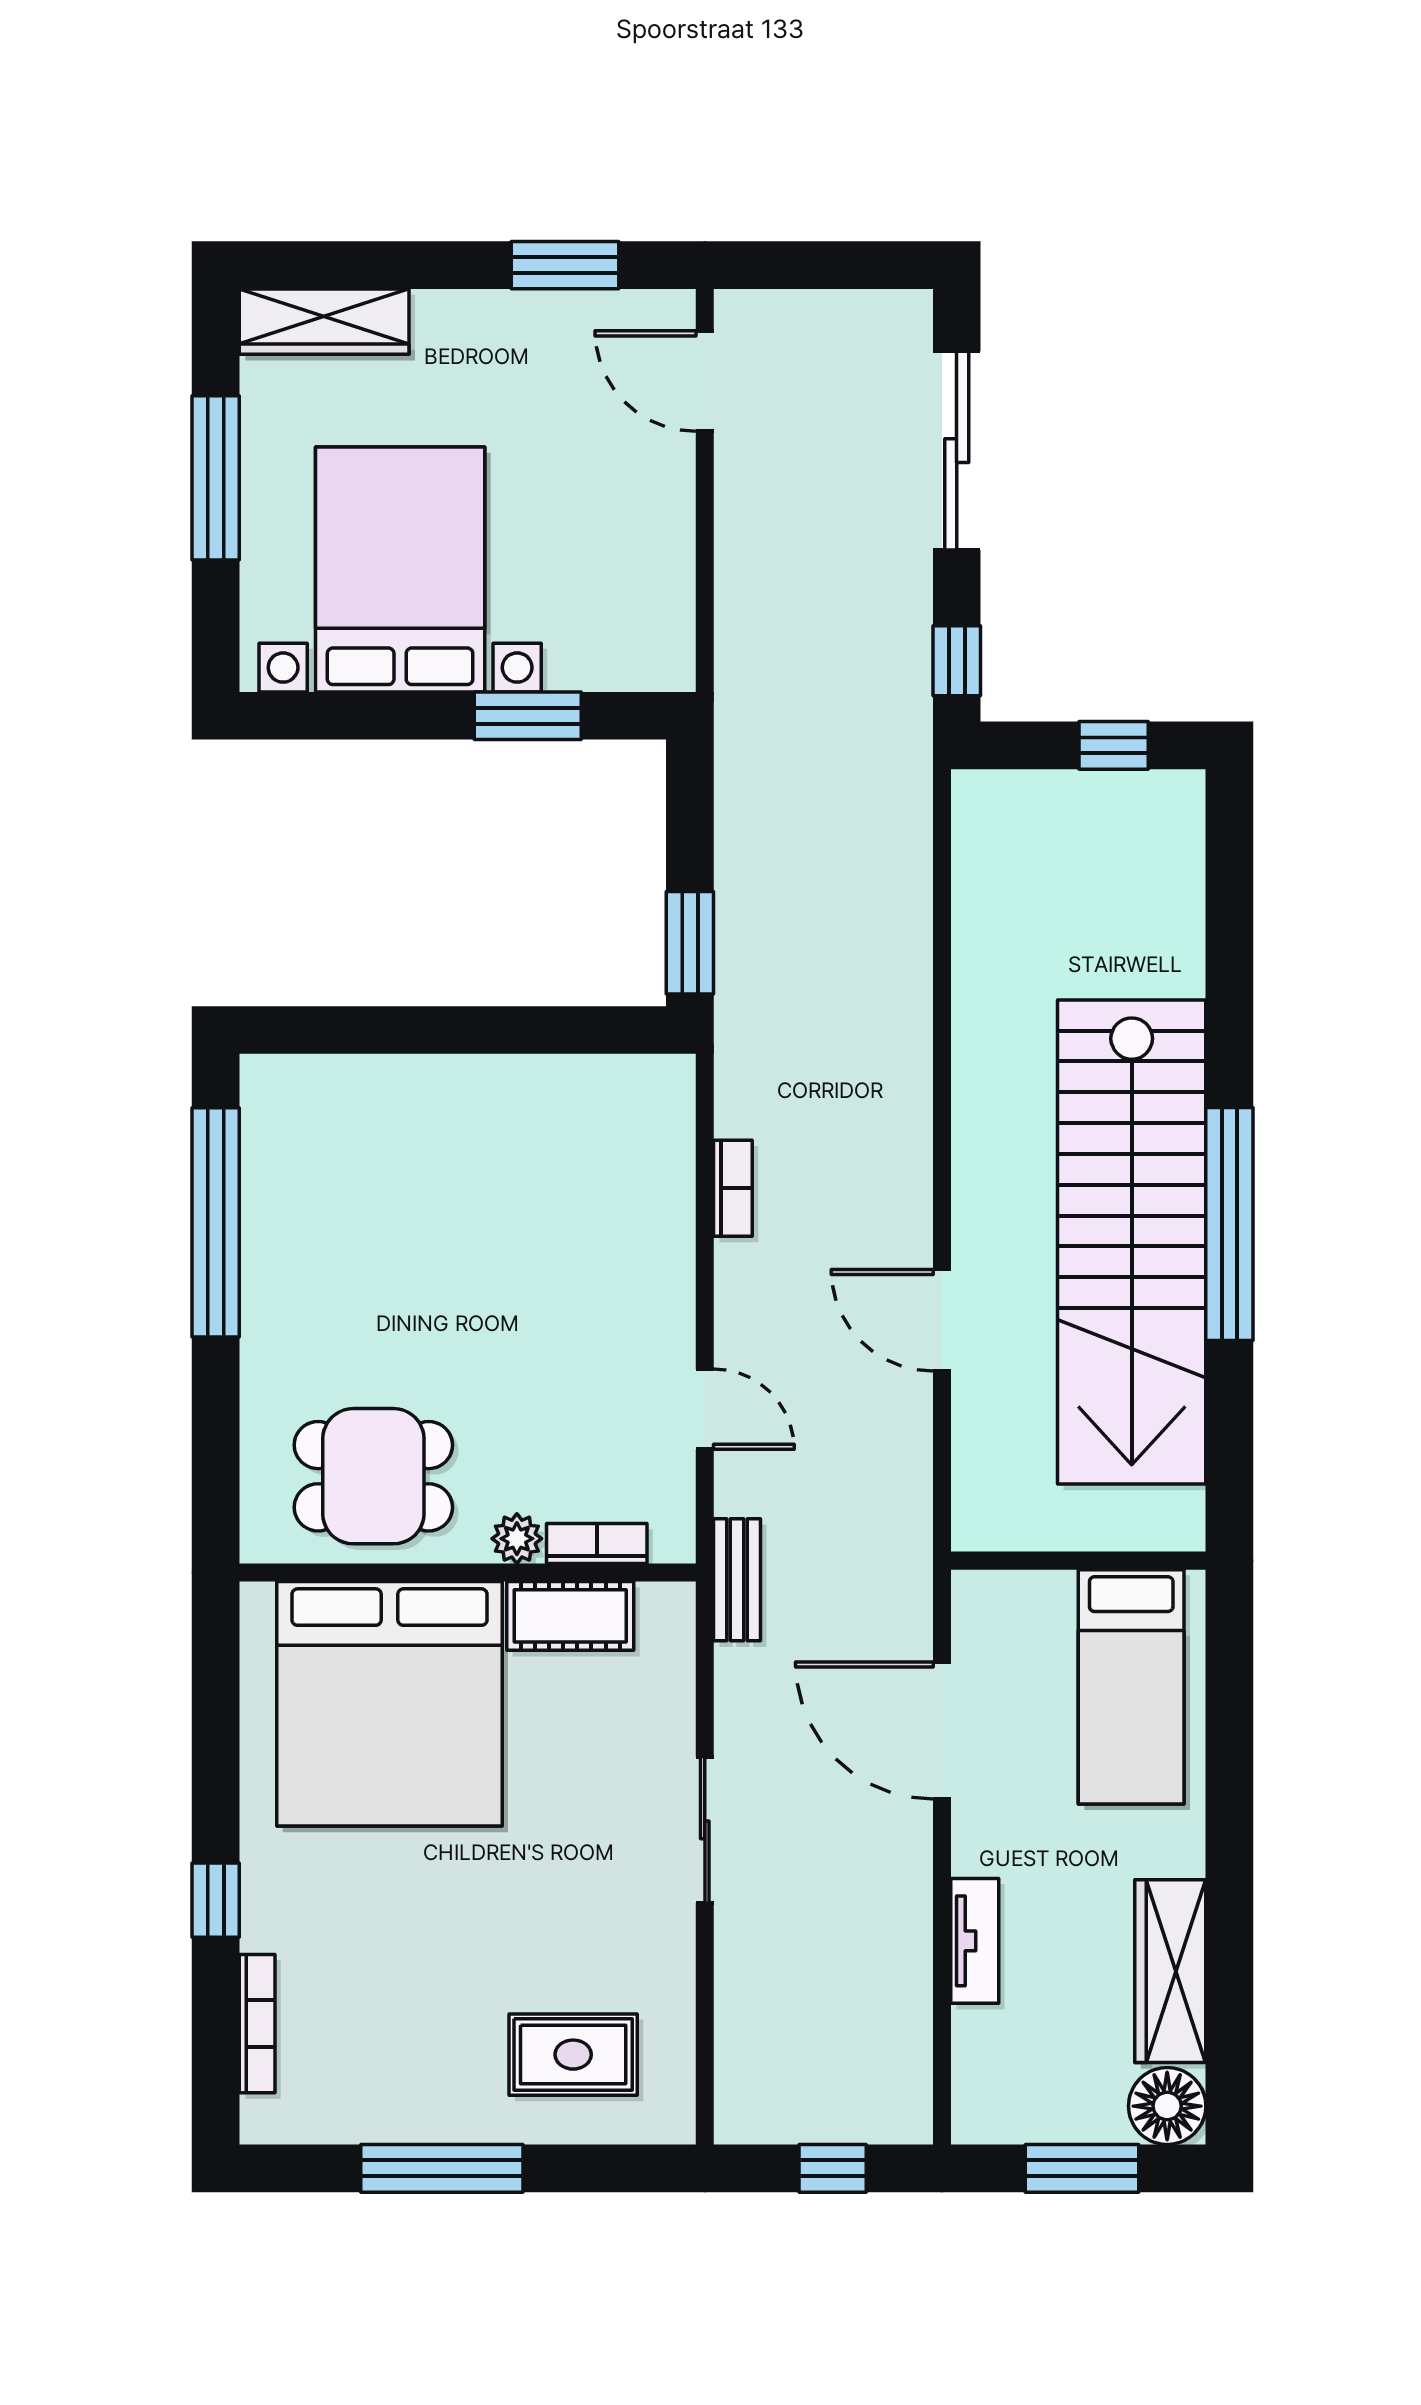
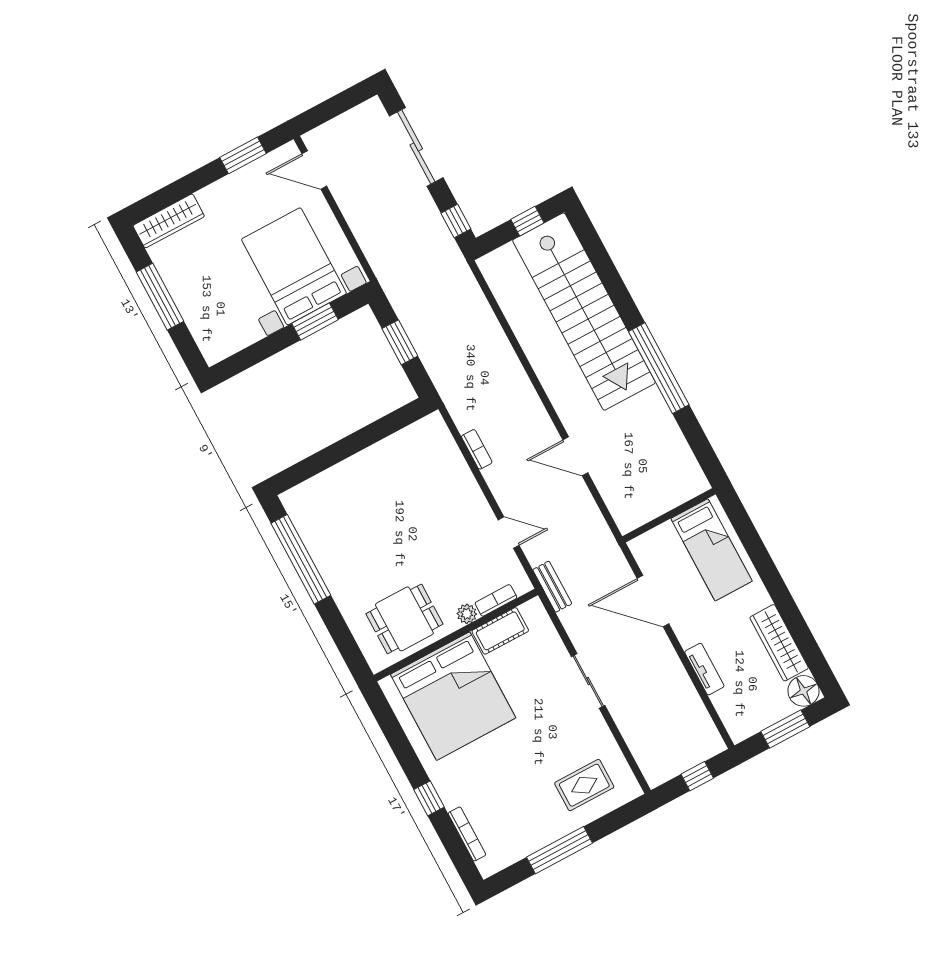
bed with nightstands: (400, 569) -> (294, 266), moved
window: (690, 943) -> (400, 342), moved
stairs: (1132, 1242) -> (584, 312), moved

